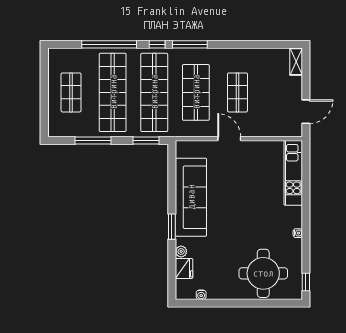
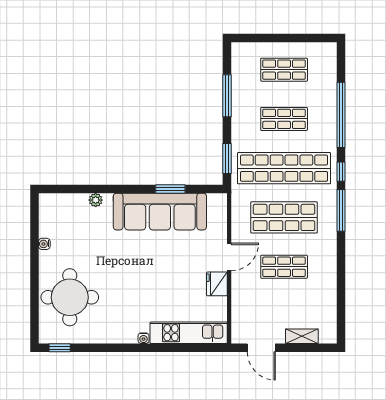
shelving: (296, 62) -> (302, 336), moved
shop shelf: (113, 92) -> (284, 119), width x0.50, depth x0.74
window: (172, 227) -> (170, 189), moved
water cooler: (298, 233) -> (143, 338), moved
fridge: (184, 269) -> (217, 284), moved, turned 90
water cooler: (201, 295) -> (44, 244), moved

